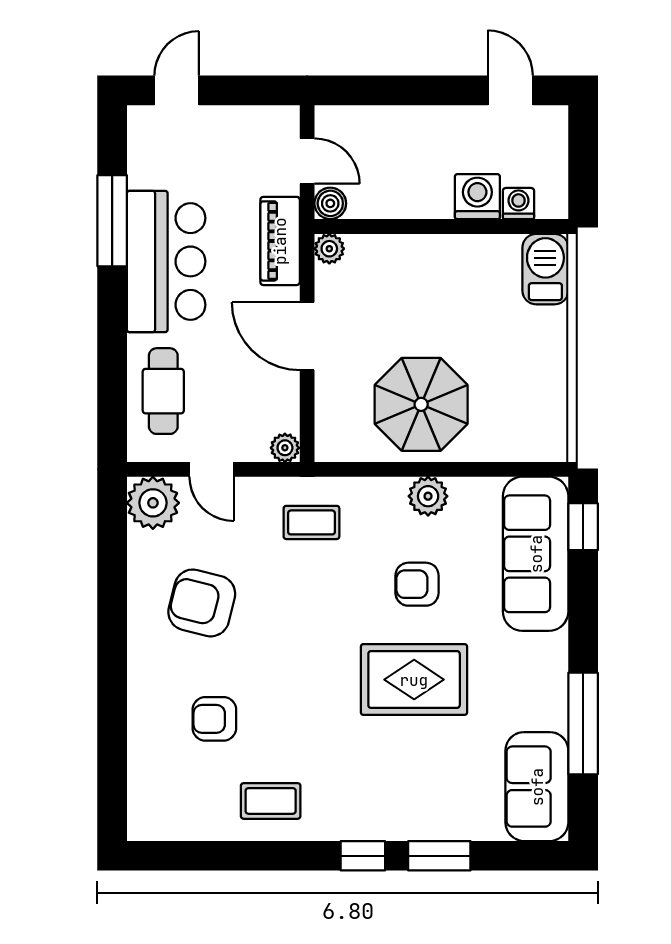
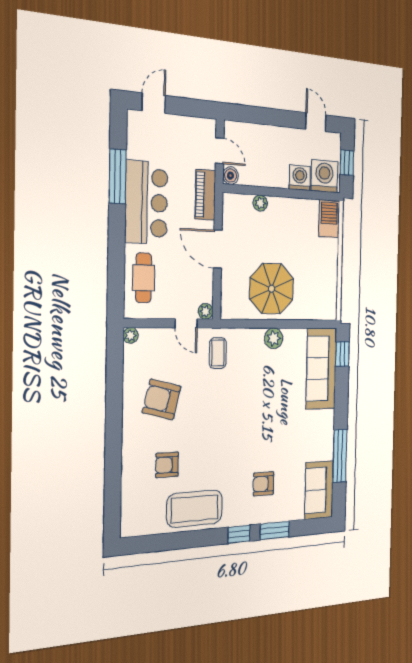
window: (583, 160) -> (347, 163), added
washing machine: (518, 204) -> (324, 176), width x1.89, depth x1.89
plant: (329, 249) -> (260, 203), moved
door: (212, 469) -> (186, 323), moved
plant: (153, 503) -> (131, 335), width x0.53, depth x0.53
coffee table: (311, 522) -> (218, 353), turned 90
armchair: (417, 584) -> (264, 484), moved
rug: (414, 680) -> (265, 437), removed
coffee table: (271, 801) -> (195, 509), width x1.86, depth x1.72

